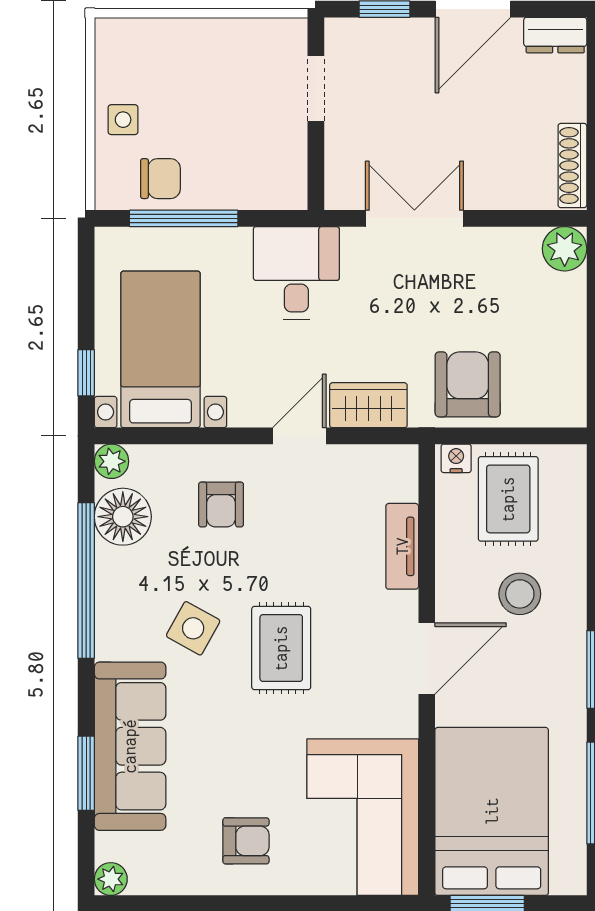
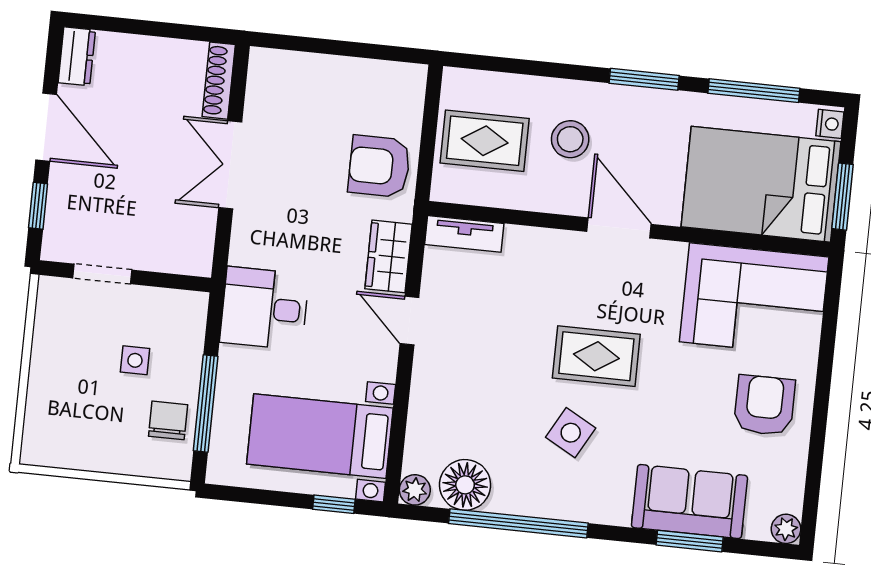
side table: (123, 120) -> (135, 360), moved
shoe rack: (572, 166) -> (219, 81), moved, turned 90
double door: (414, 218) -> (230, 165), moved
plant: (565, 249) -> (268, 68), removed
nightstand: (456, 458) -> (830, 124), moved, turned 180
armchair: (221, 505) -> (463, 396), removed
tv unit: (402, 546) -> (464, 234), moved
sofa: (130, 746) -> (690, 502), width x0.73
armchair: (246, 841) -> (764, 405), width x1.38, depth x1.38

